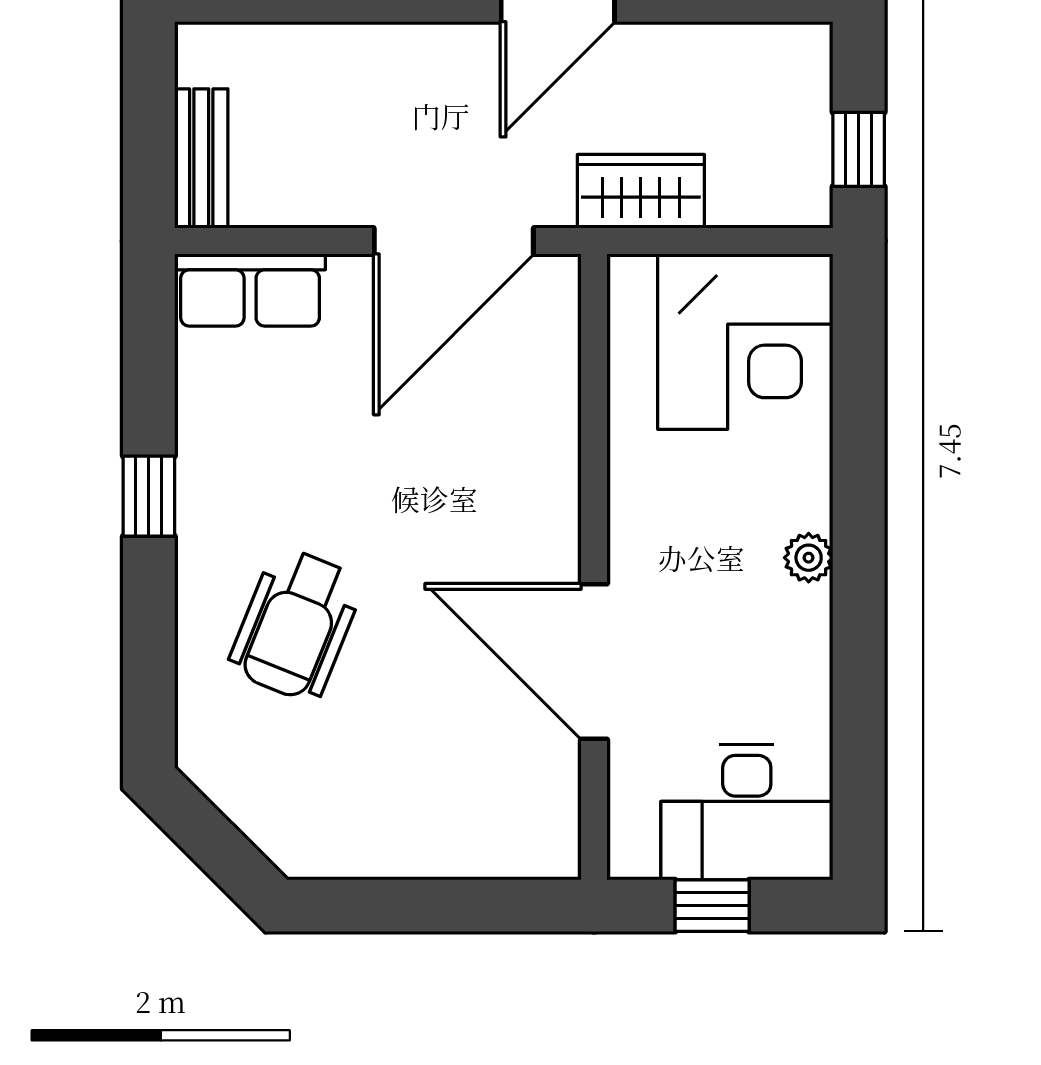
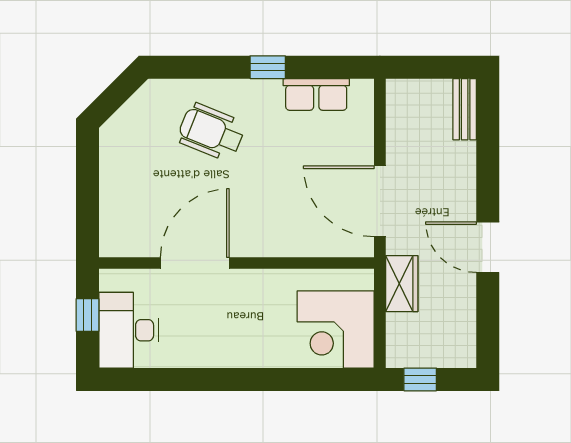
bench: (201, 158) -> (465, 109), moved, turned 90
row of seats: (250, 290) -> (316, 94), moved, turned -90
plant: (809, 558) -> (241, 357), removed

